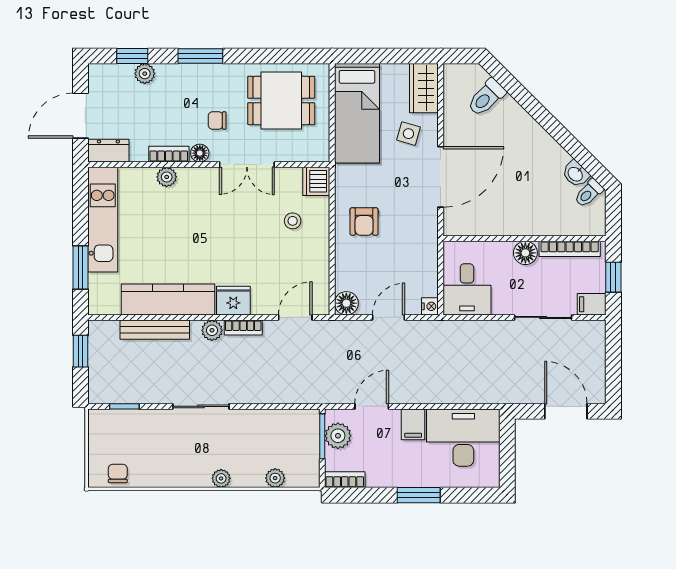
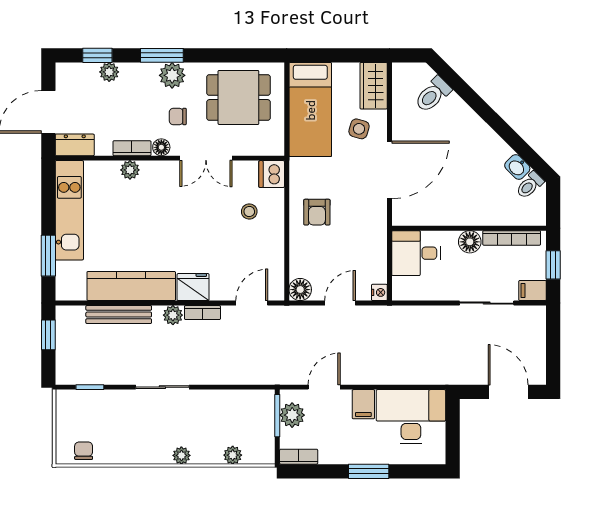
plant: (211, 77) -> (172, 75), added
desk: (467, 289) -> (416, 253), moved, turned 90

